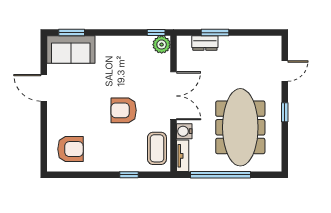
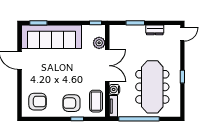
dresser: (205, 43) -> (155, 30), moved
plant: (162, 45) -> (99, 43), moved
sofa: (71, 50) -> (52, 37), width x1.85, depth x1.27
door: (285, 71) -> (182, 34), moved
armchair: (124, 110) -> (71, 103), moved

